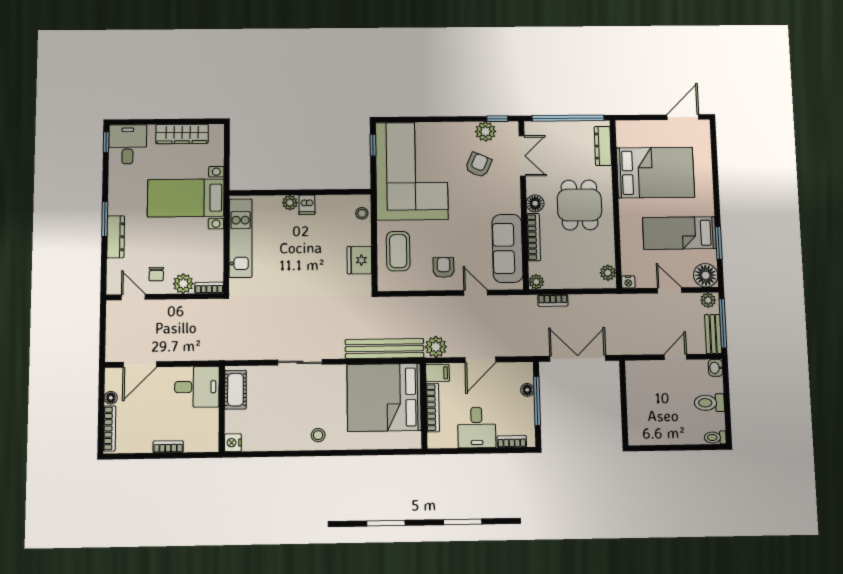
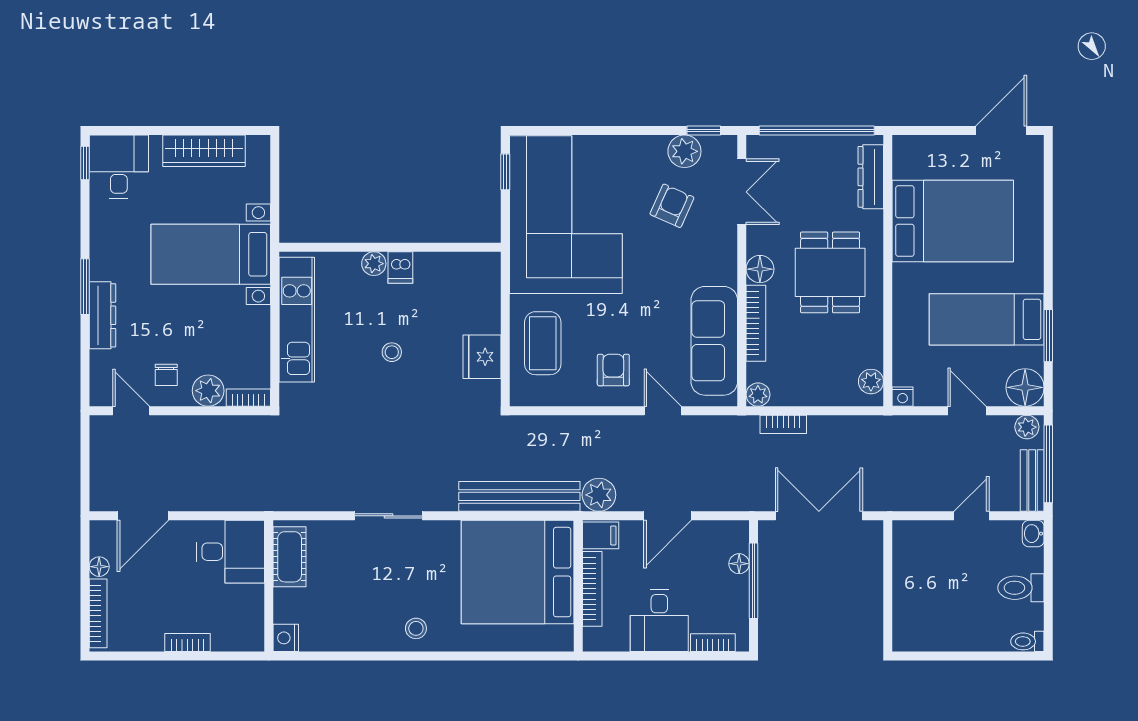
stool: (362, 213) -> (392, 352), moved

